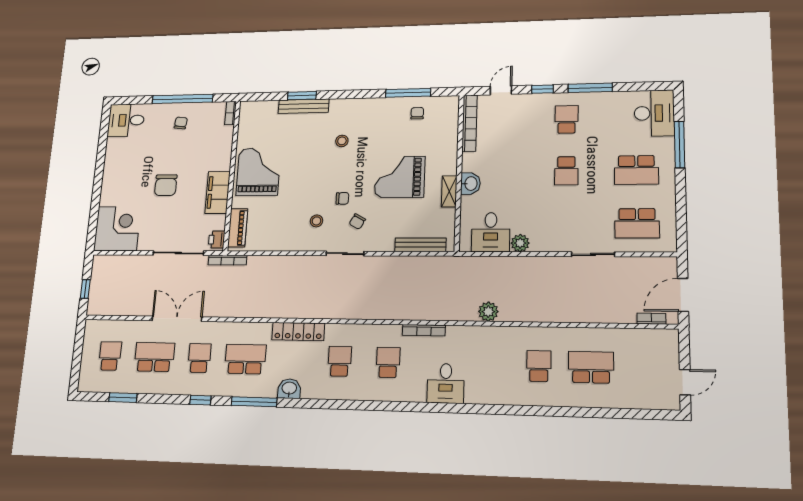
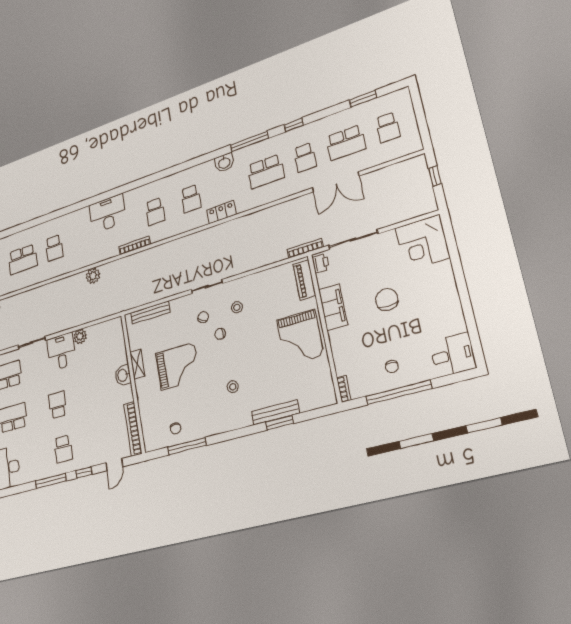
desk: (491, 232) -> (61, 351), moved
locker: (298, 331) -> (221, 212), width x0.66
desk: (446, 383) -> (108, 214), width x1.37

